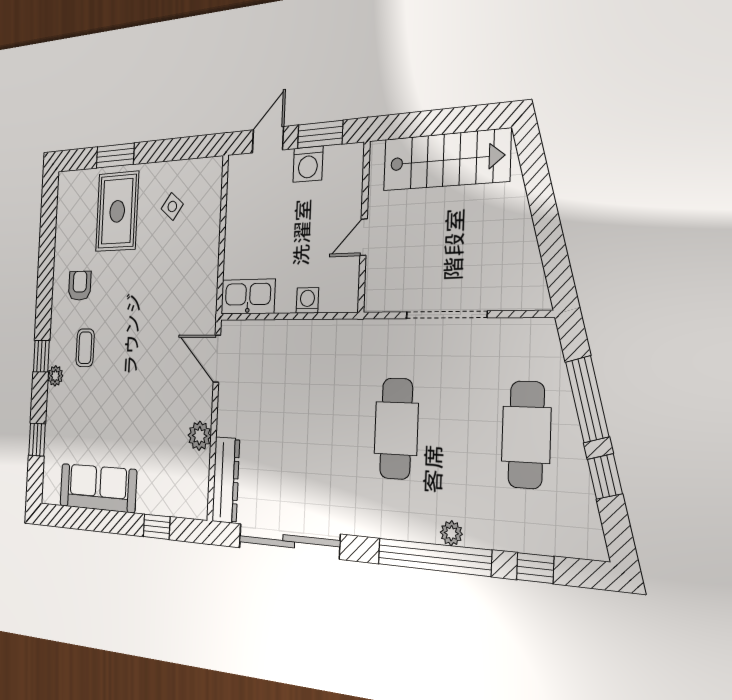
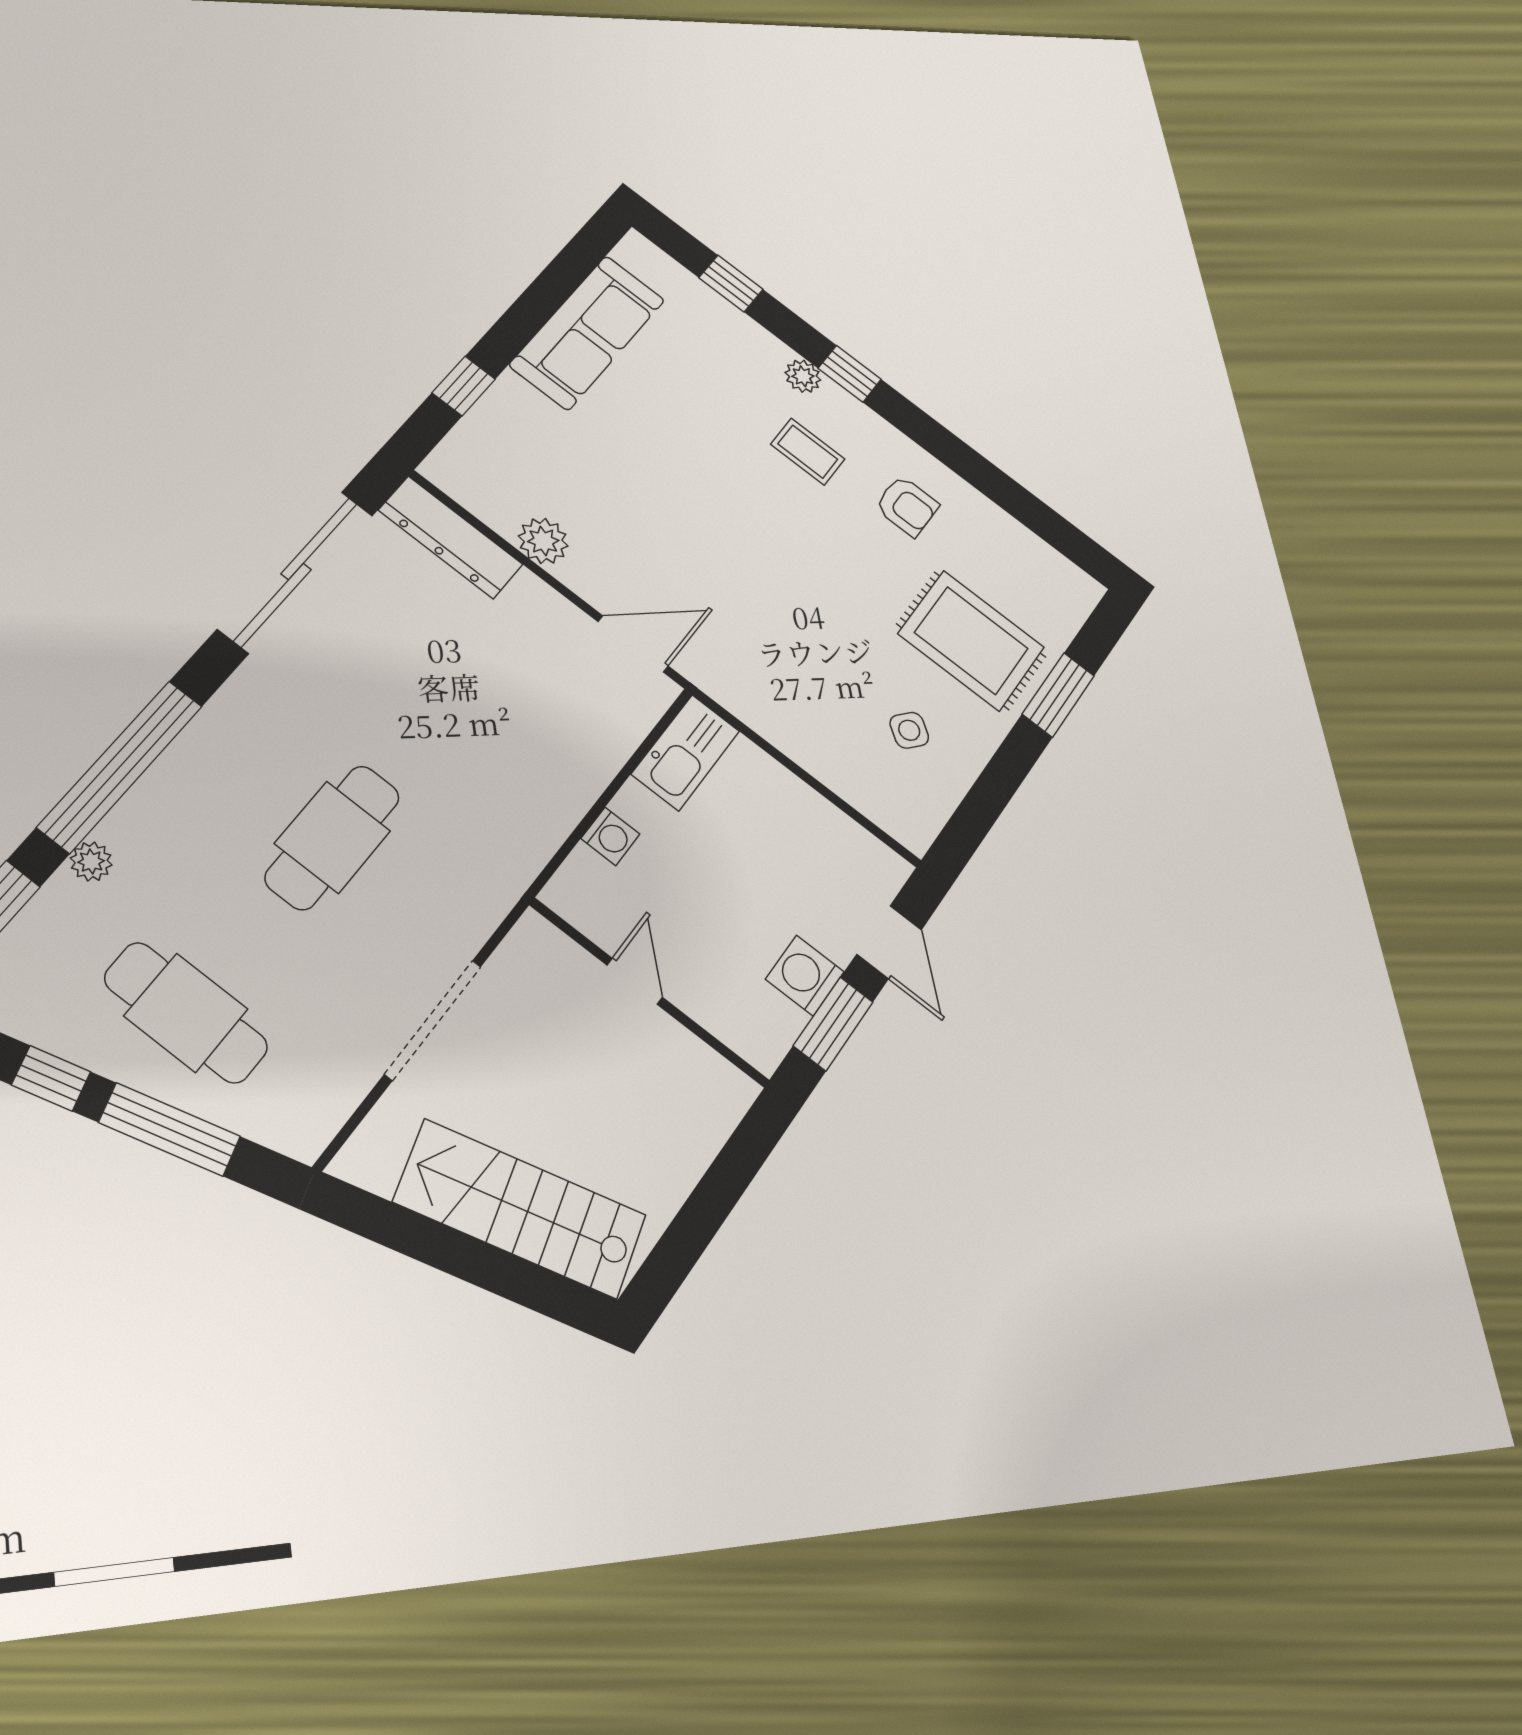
stairs: (446, 160) -> (520, 1209), moved, turned 75
cafe table: (396, 429) -> (333, 837), turned 90
plant: (451, 533) -> (91, 862), moved

